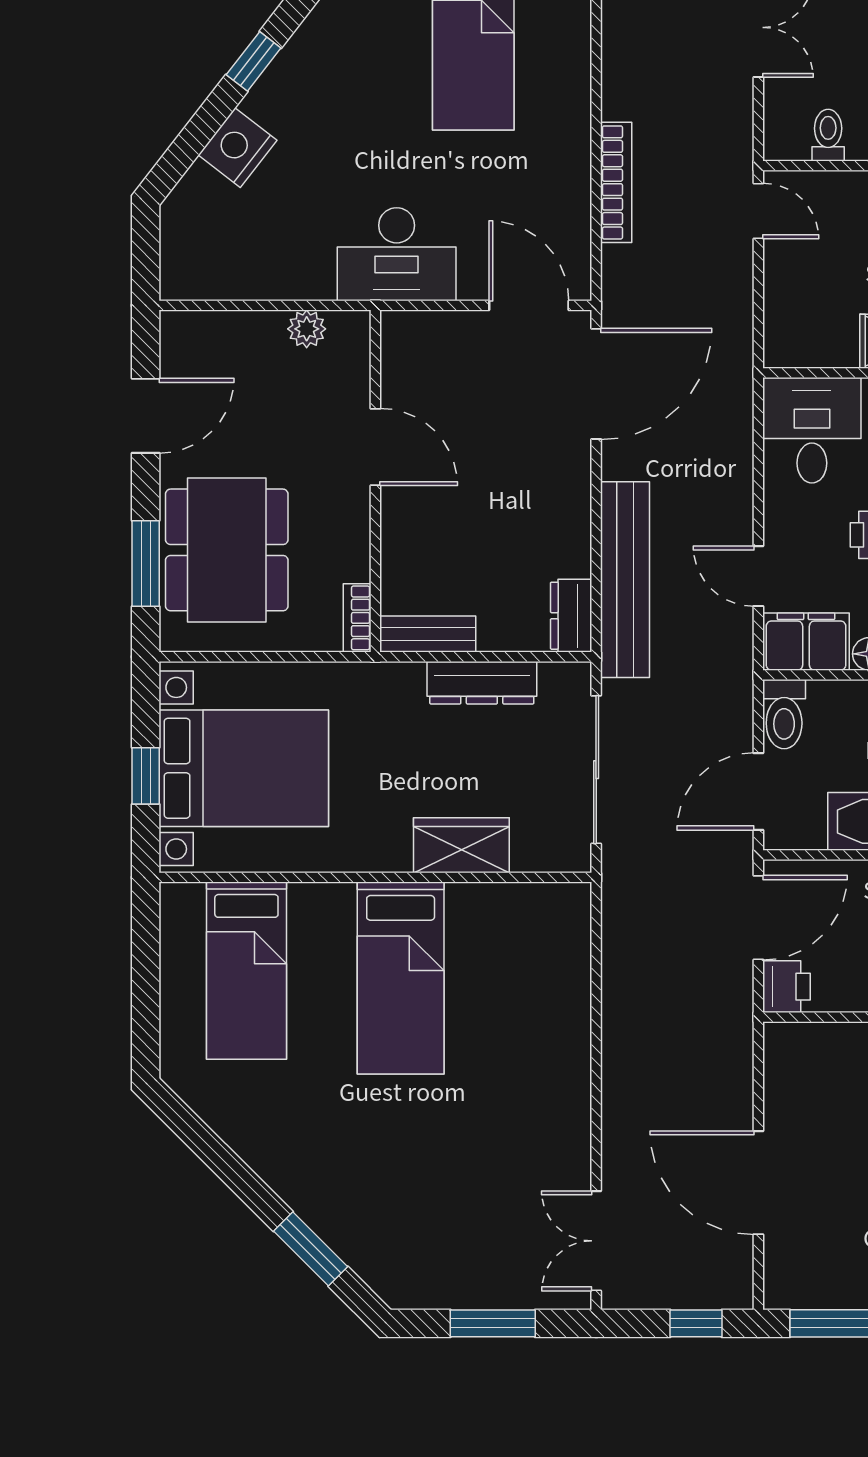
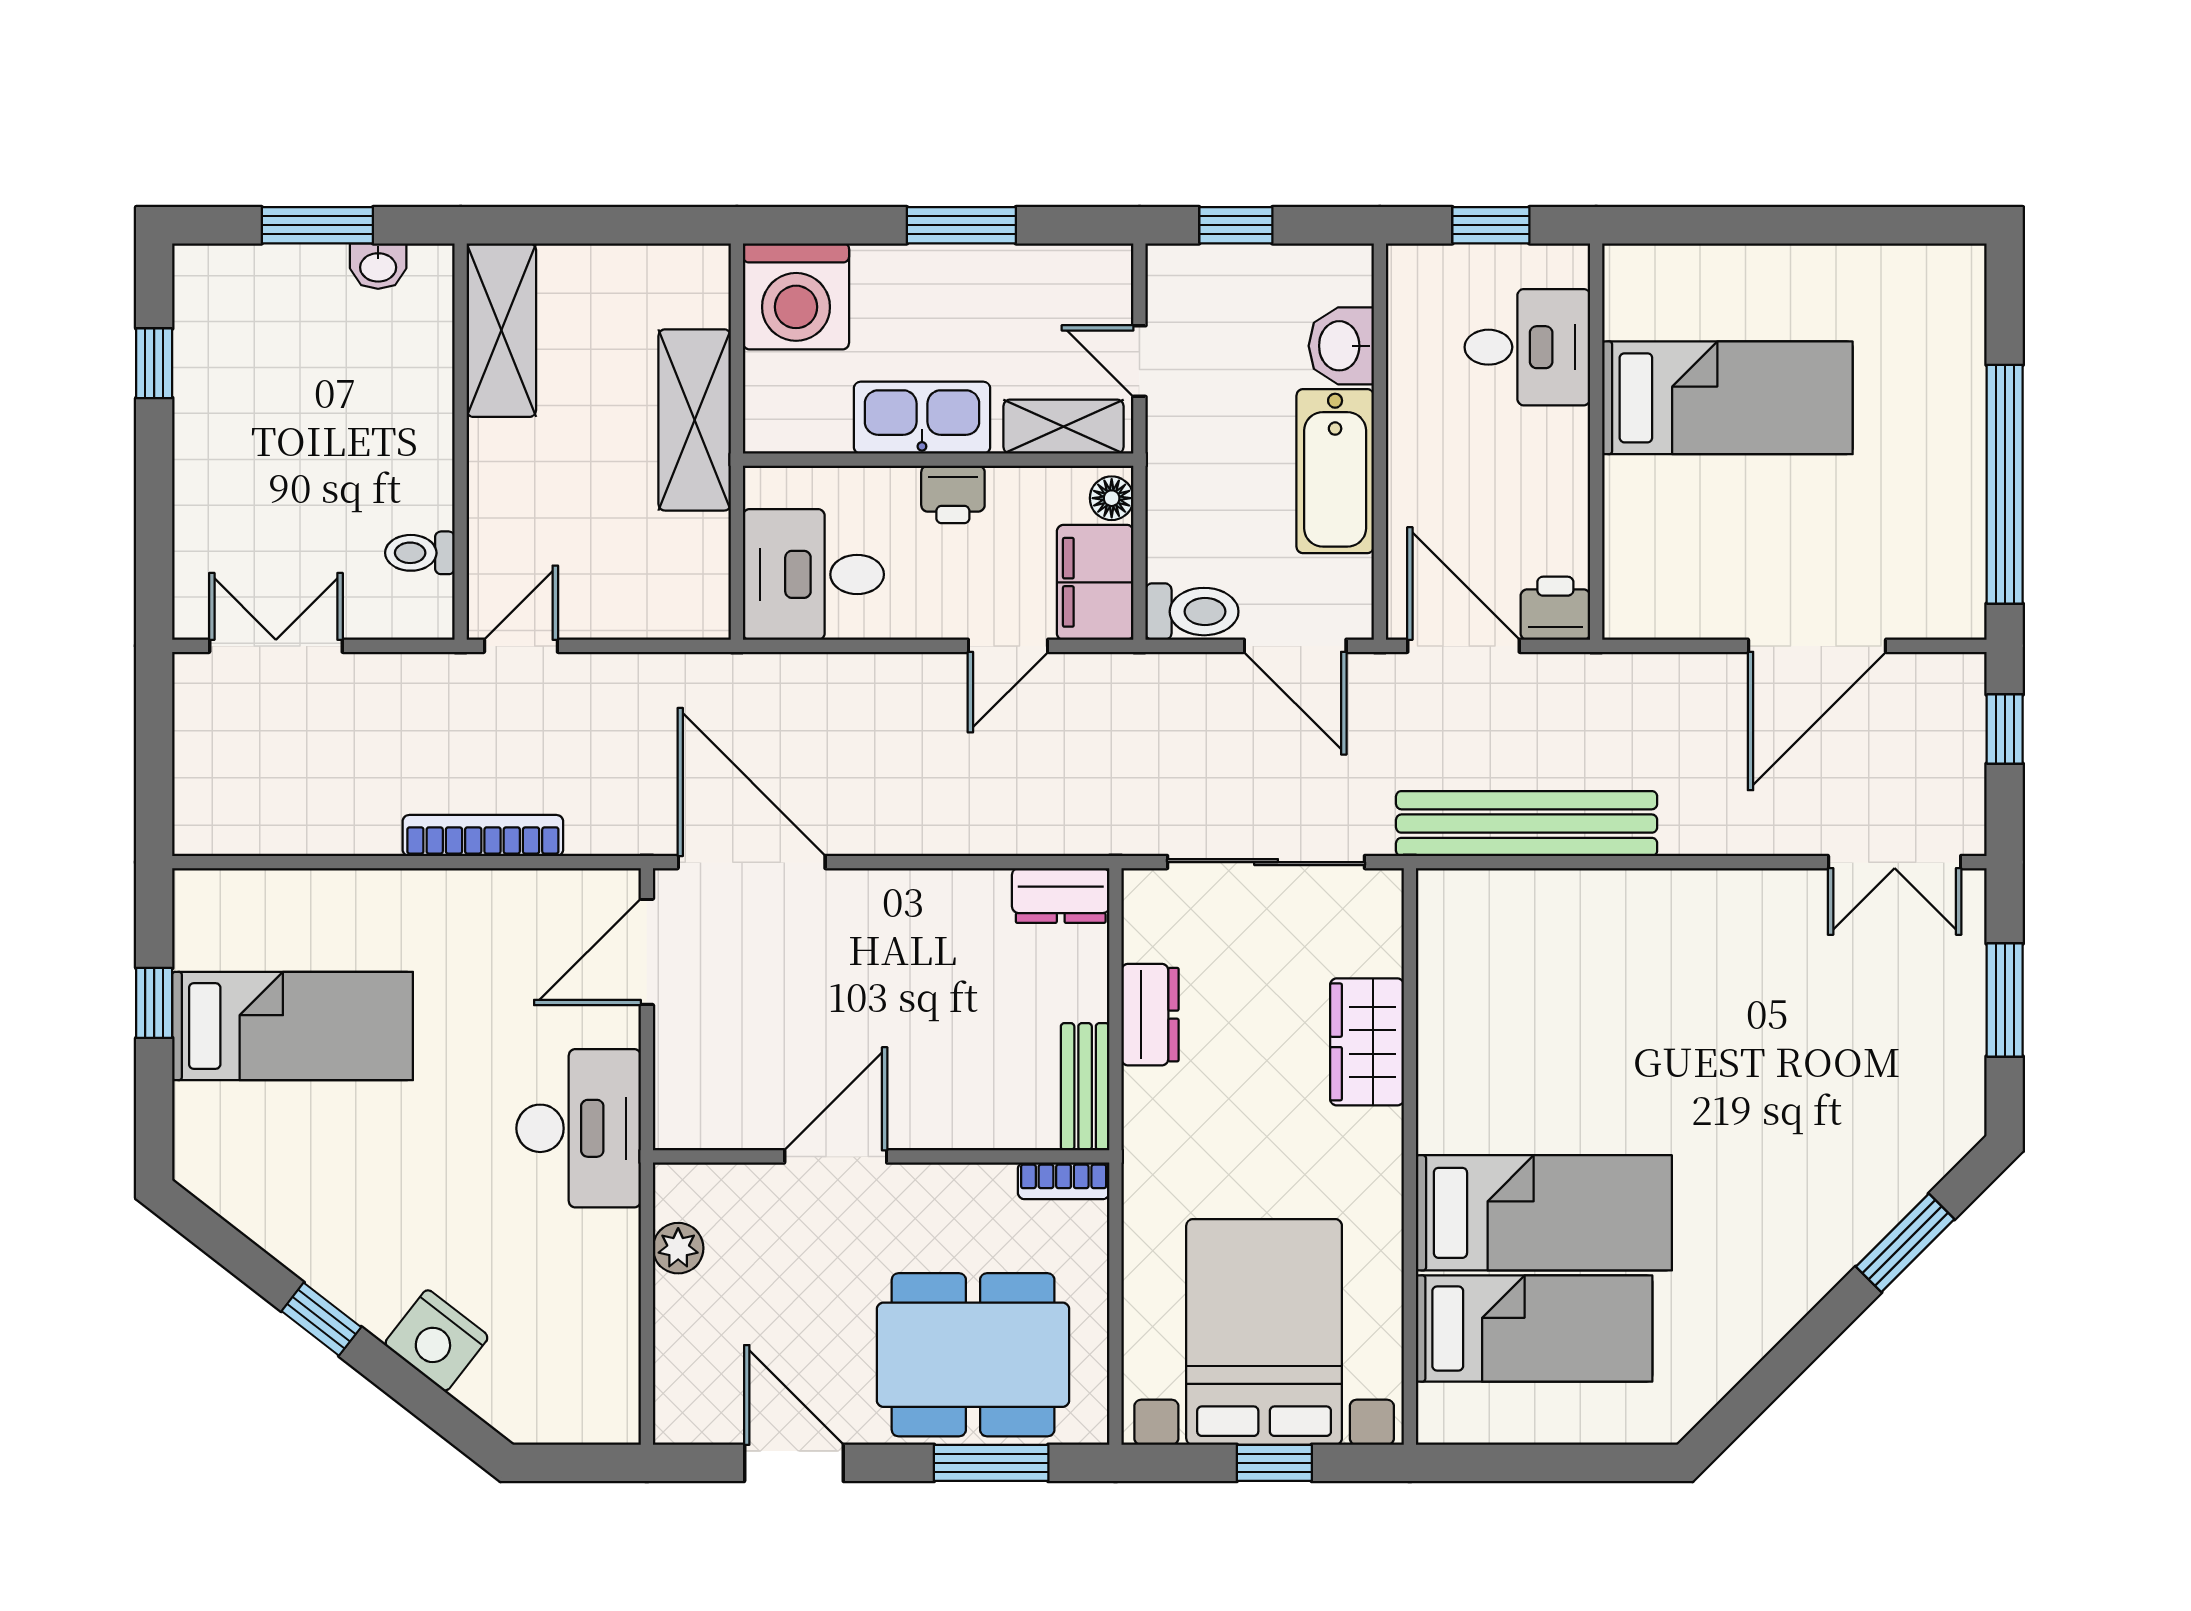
bench: (625, 580) -> (1527, 824), moved
dresser: (482, 683) -> (1150, 1015), width x0.70
bed: (401, 978) -> (1544, 1213), moved

